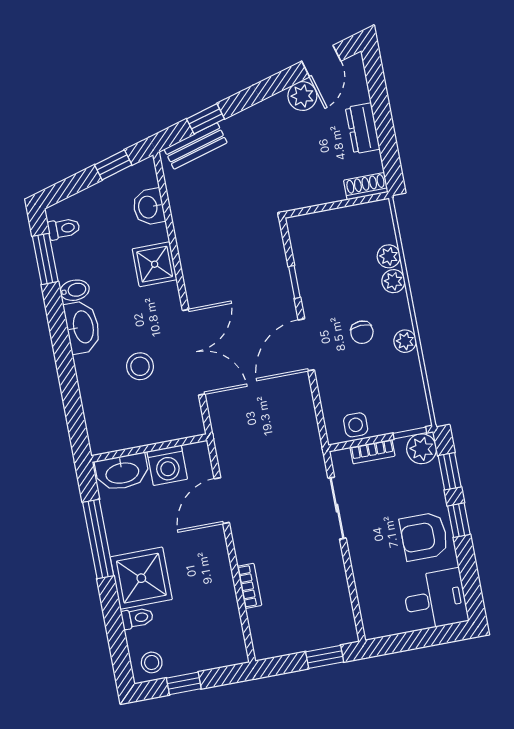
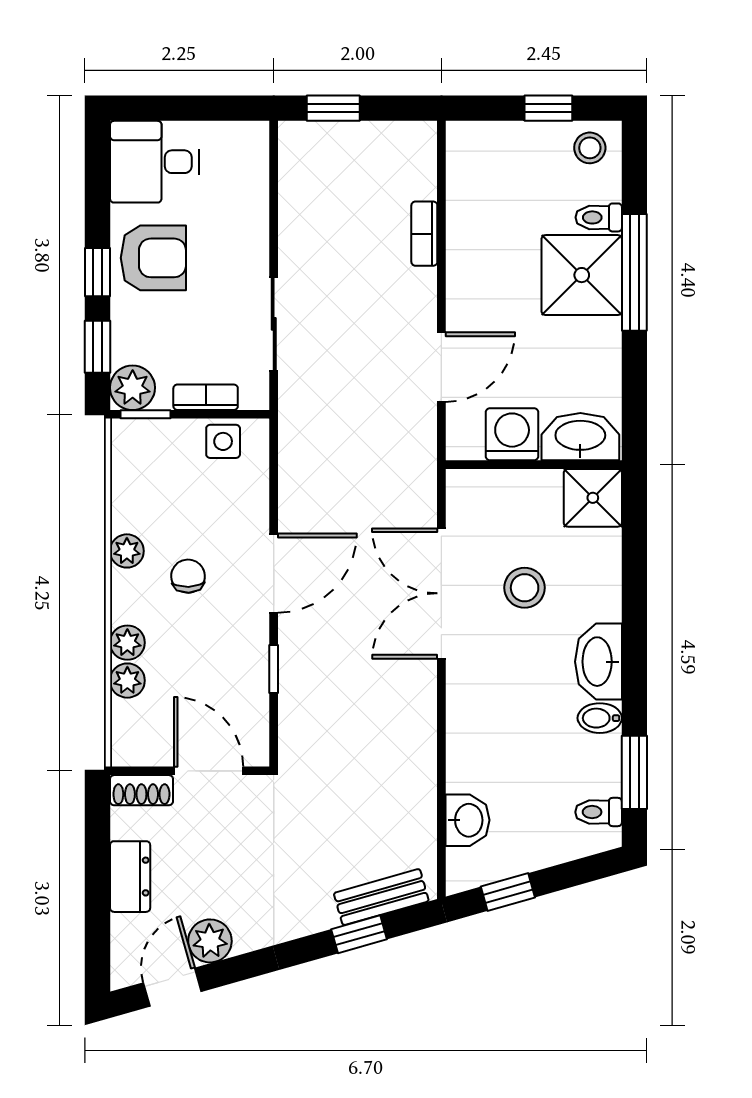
door: (324, 207) -> (209, 771), added
shower: (155, 264) -> (593, 498), moved
window: (98, 539) -> (634, 272), moved

